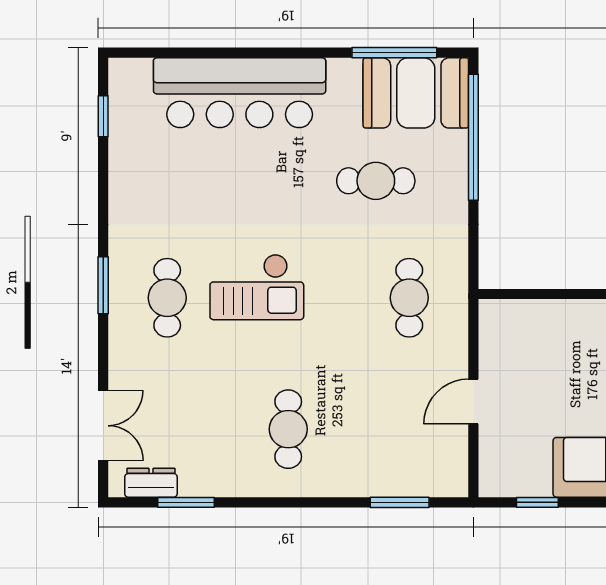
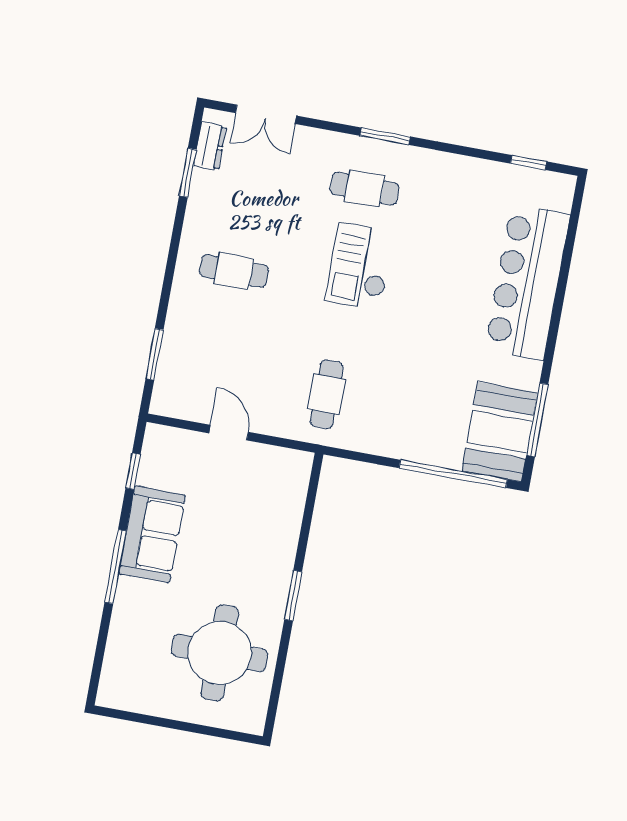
cafe table: (376, 181) -> (431, 384), removed
cafe table: (409, 298) -> (327, 394), turned 90

